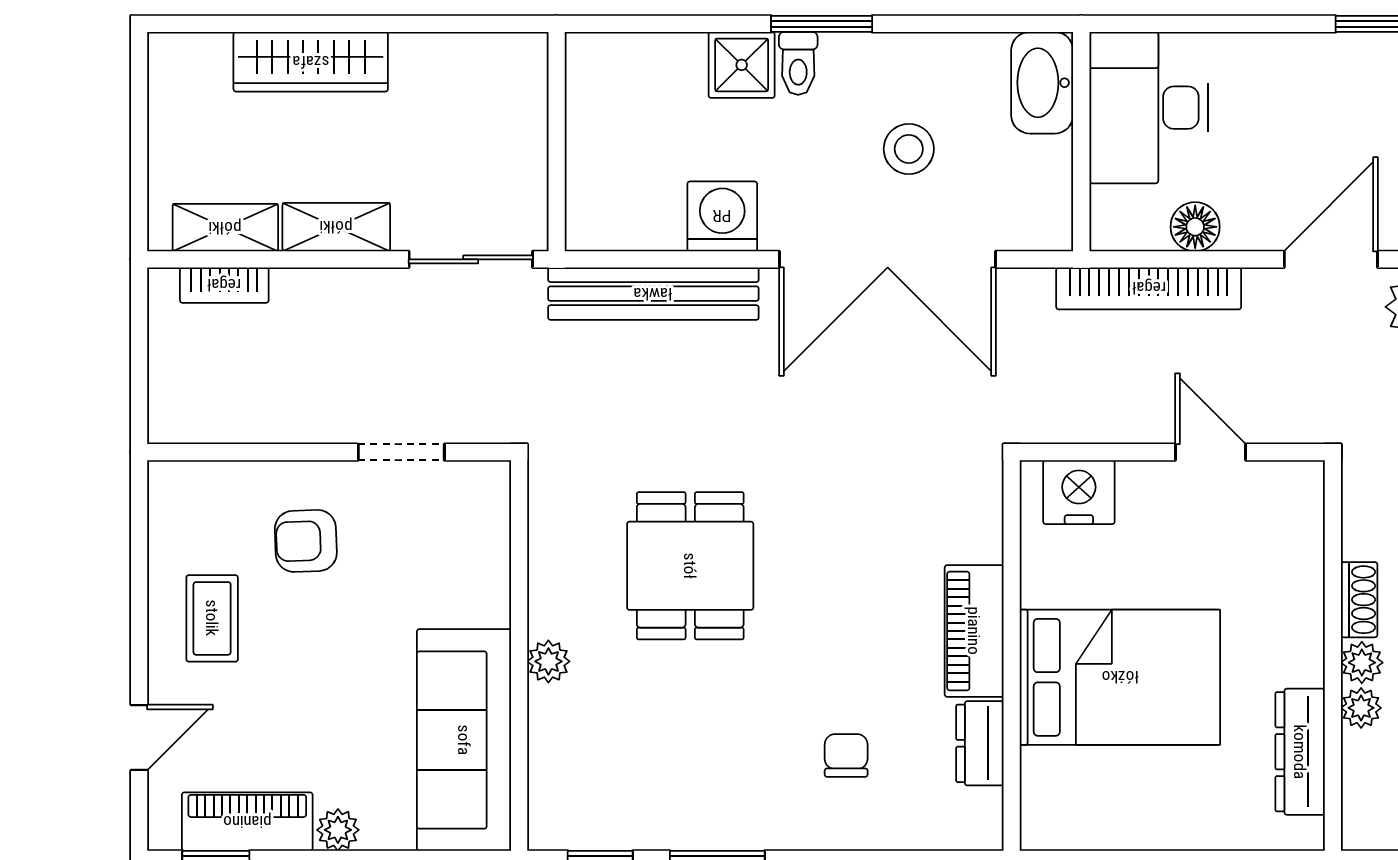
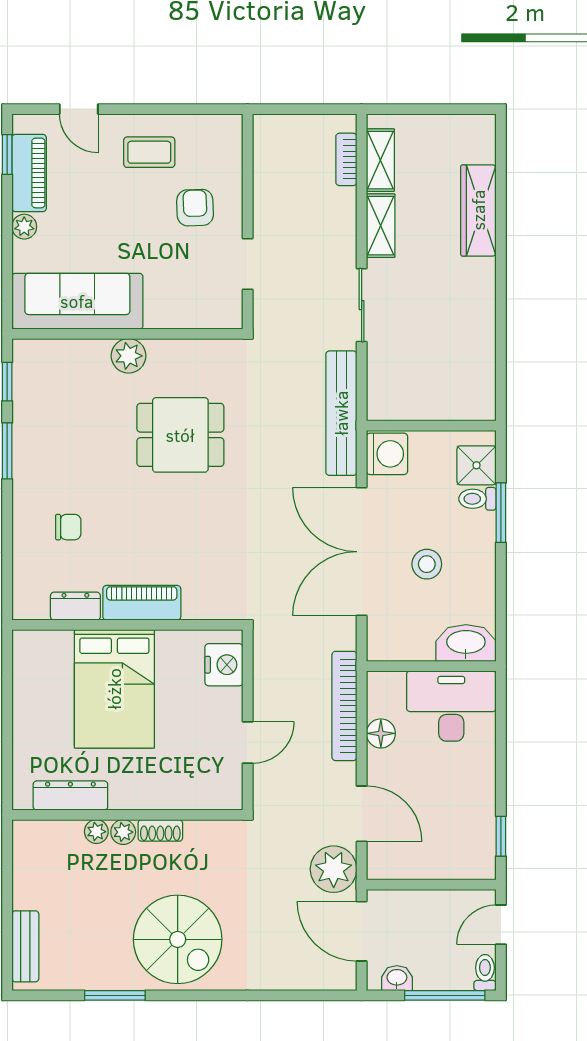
wall: (557, 142) -> (431, 426), moved
plant: (548, 661) -> (129, 356), width x1.38, depth x1.38

